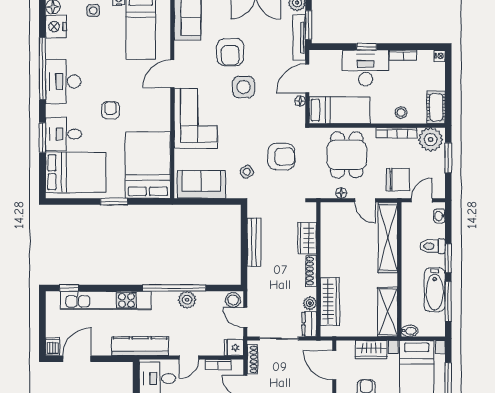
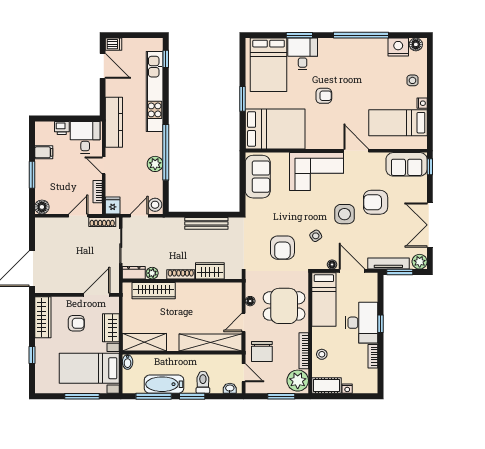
nightstand: (440, 56) -> (347, 389), moved
desk: (63, 82) -> (349, 54), removed
side table: (247, 172) -> (316, 236), moved

